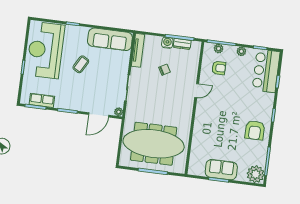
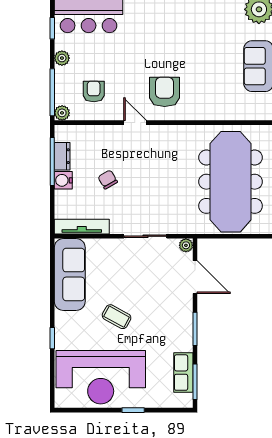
plant: (219, 48) -> (62, 113), moved
armchair: (255, 130) -> (165, 92), moved, turned -90

